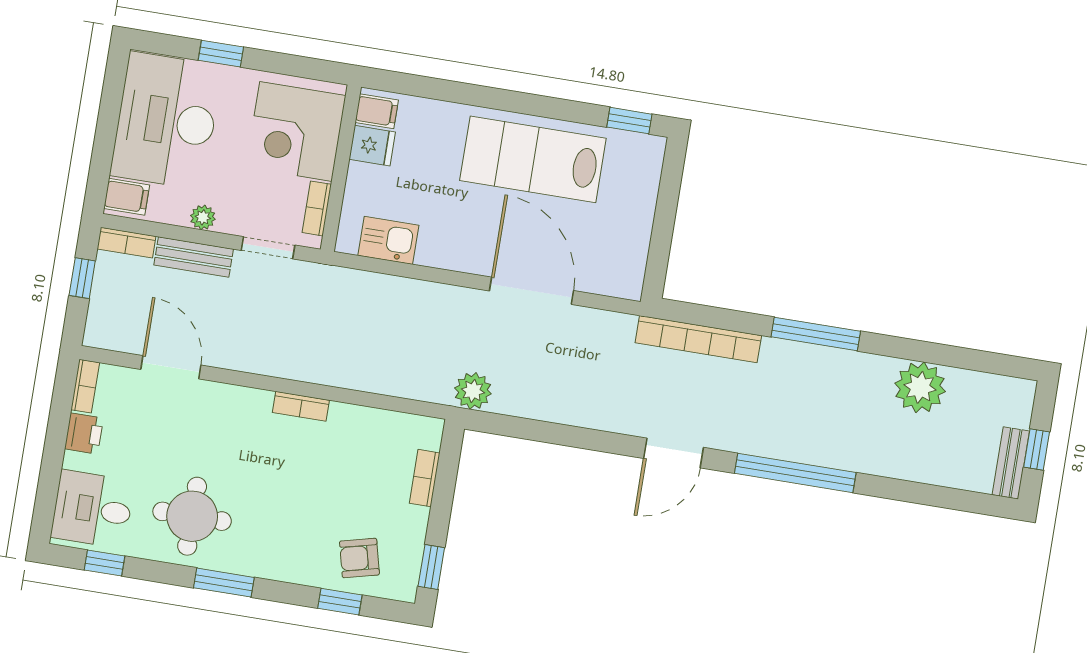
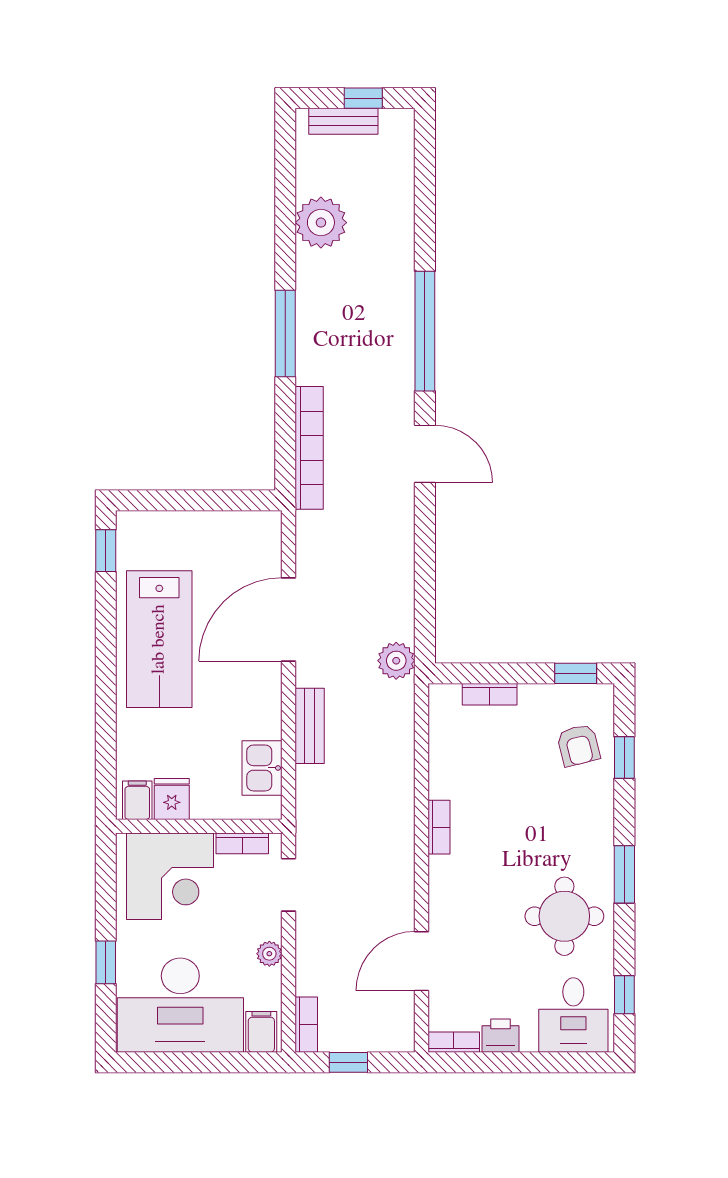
bench: (194, 257) -> (310, 726), moved
bench: (1011, 463) -> (343, 121), moved

